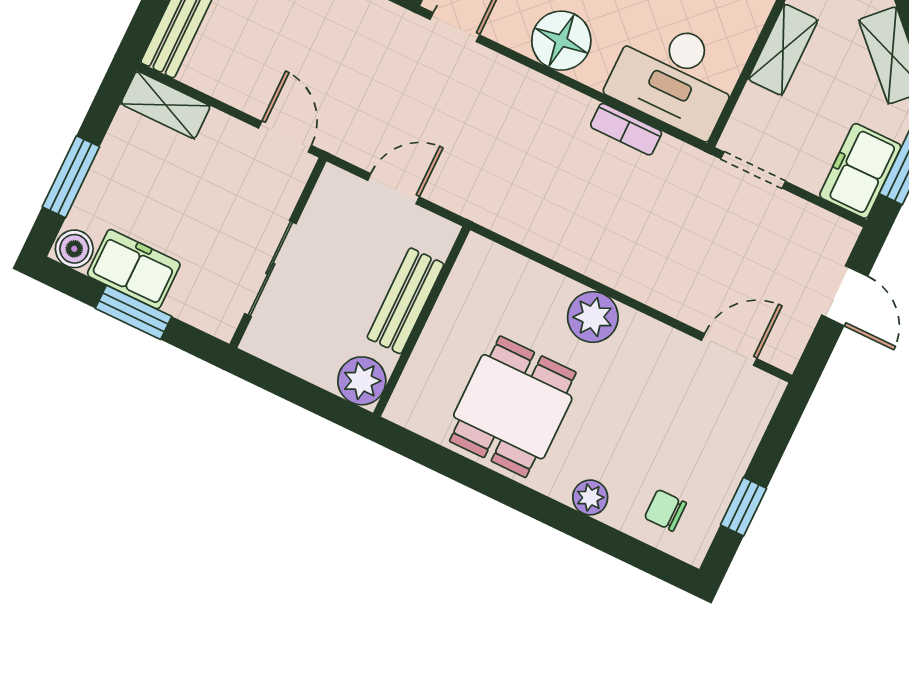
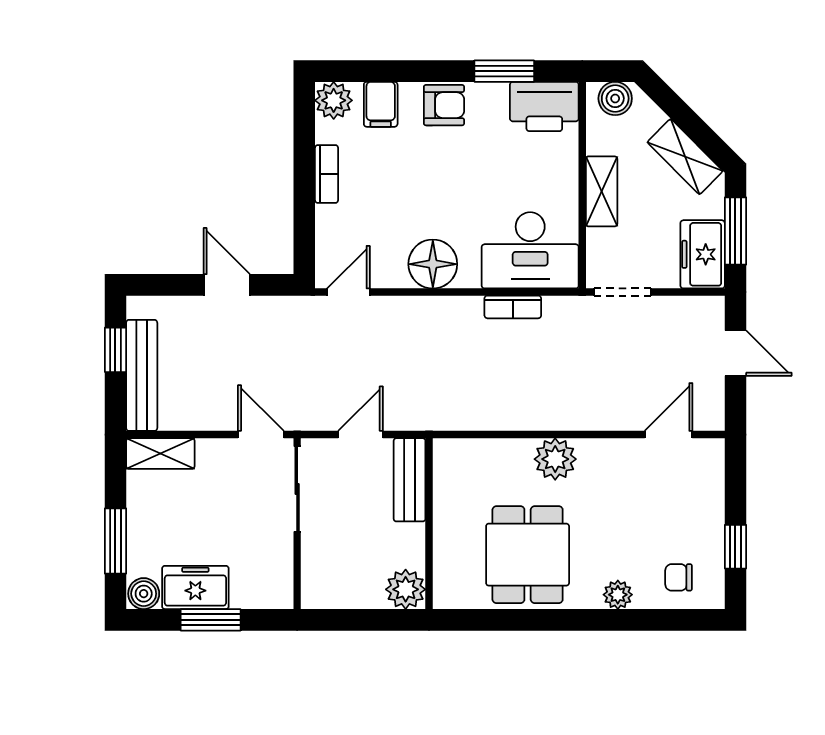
sliding door: (270, 269) -> (297, 489), moved
bench: (405, 301) -> (410, 480), moved

